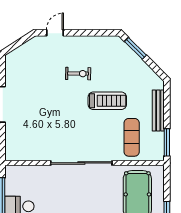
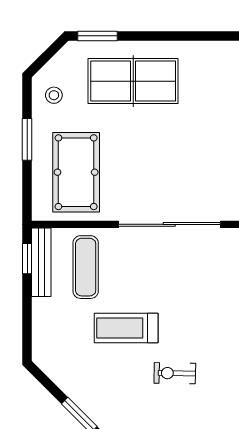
bench: (158, 110) -> (41, 262), moved
window: (167, 142) -> (27, 259), width x0.67

